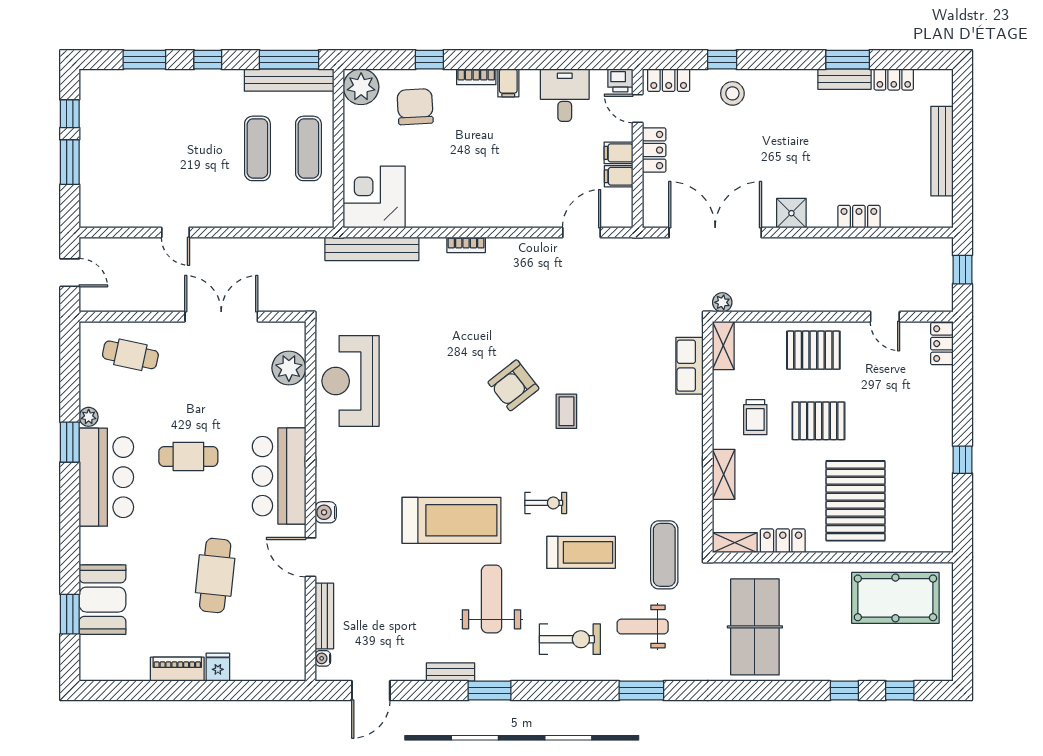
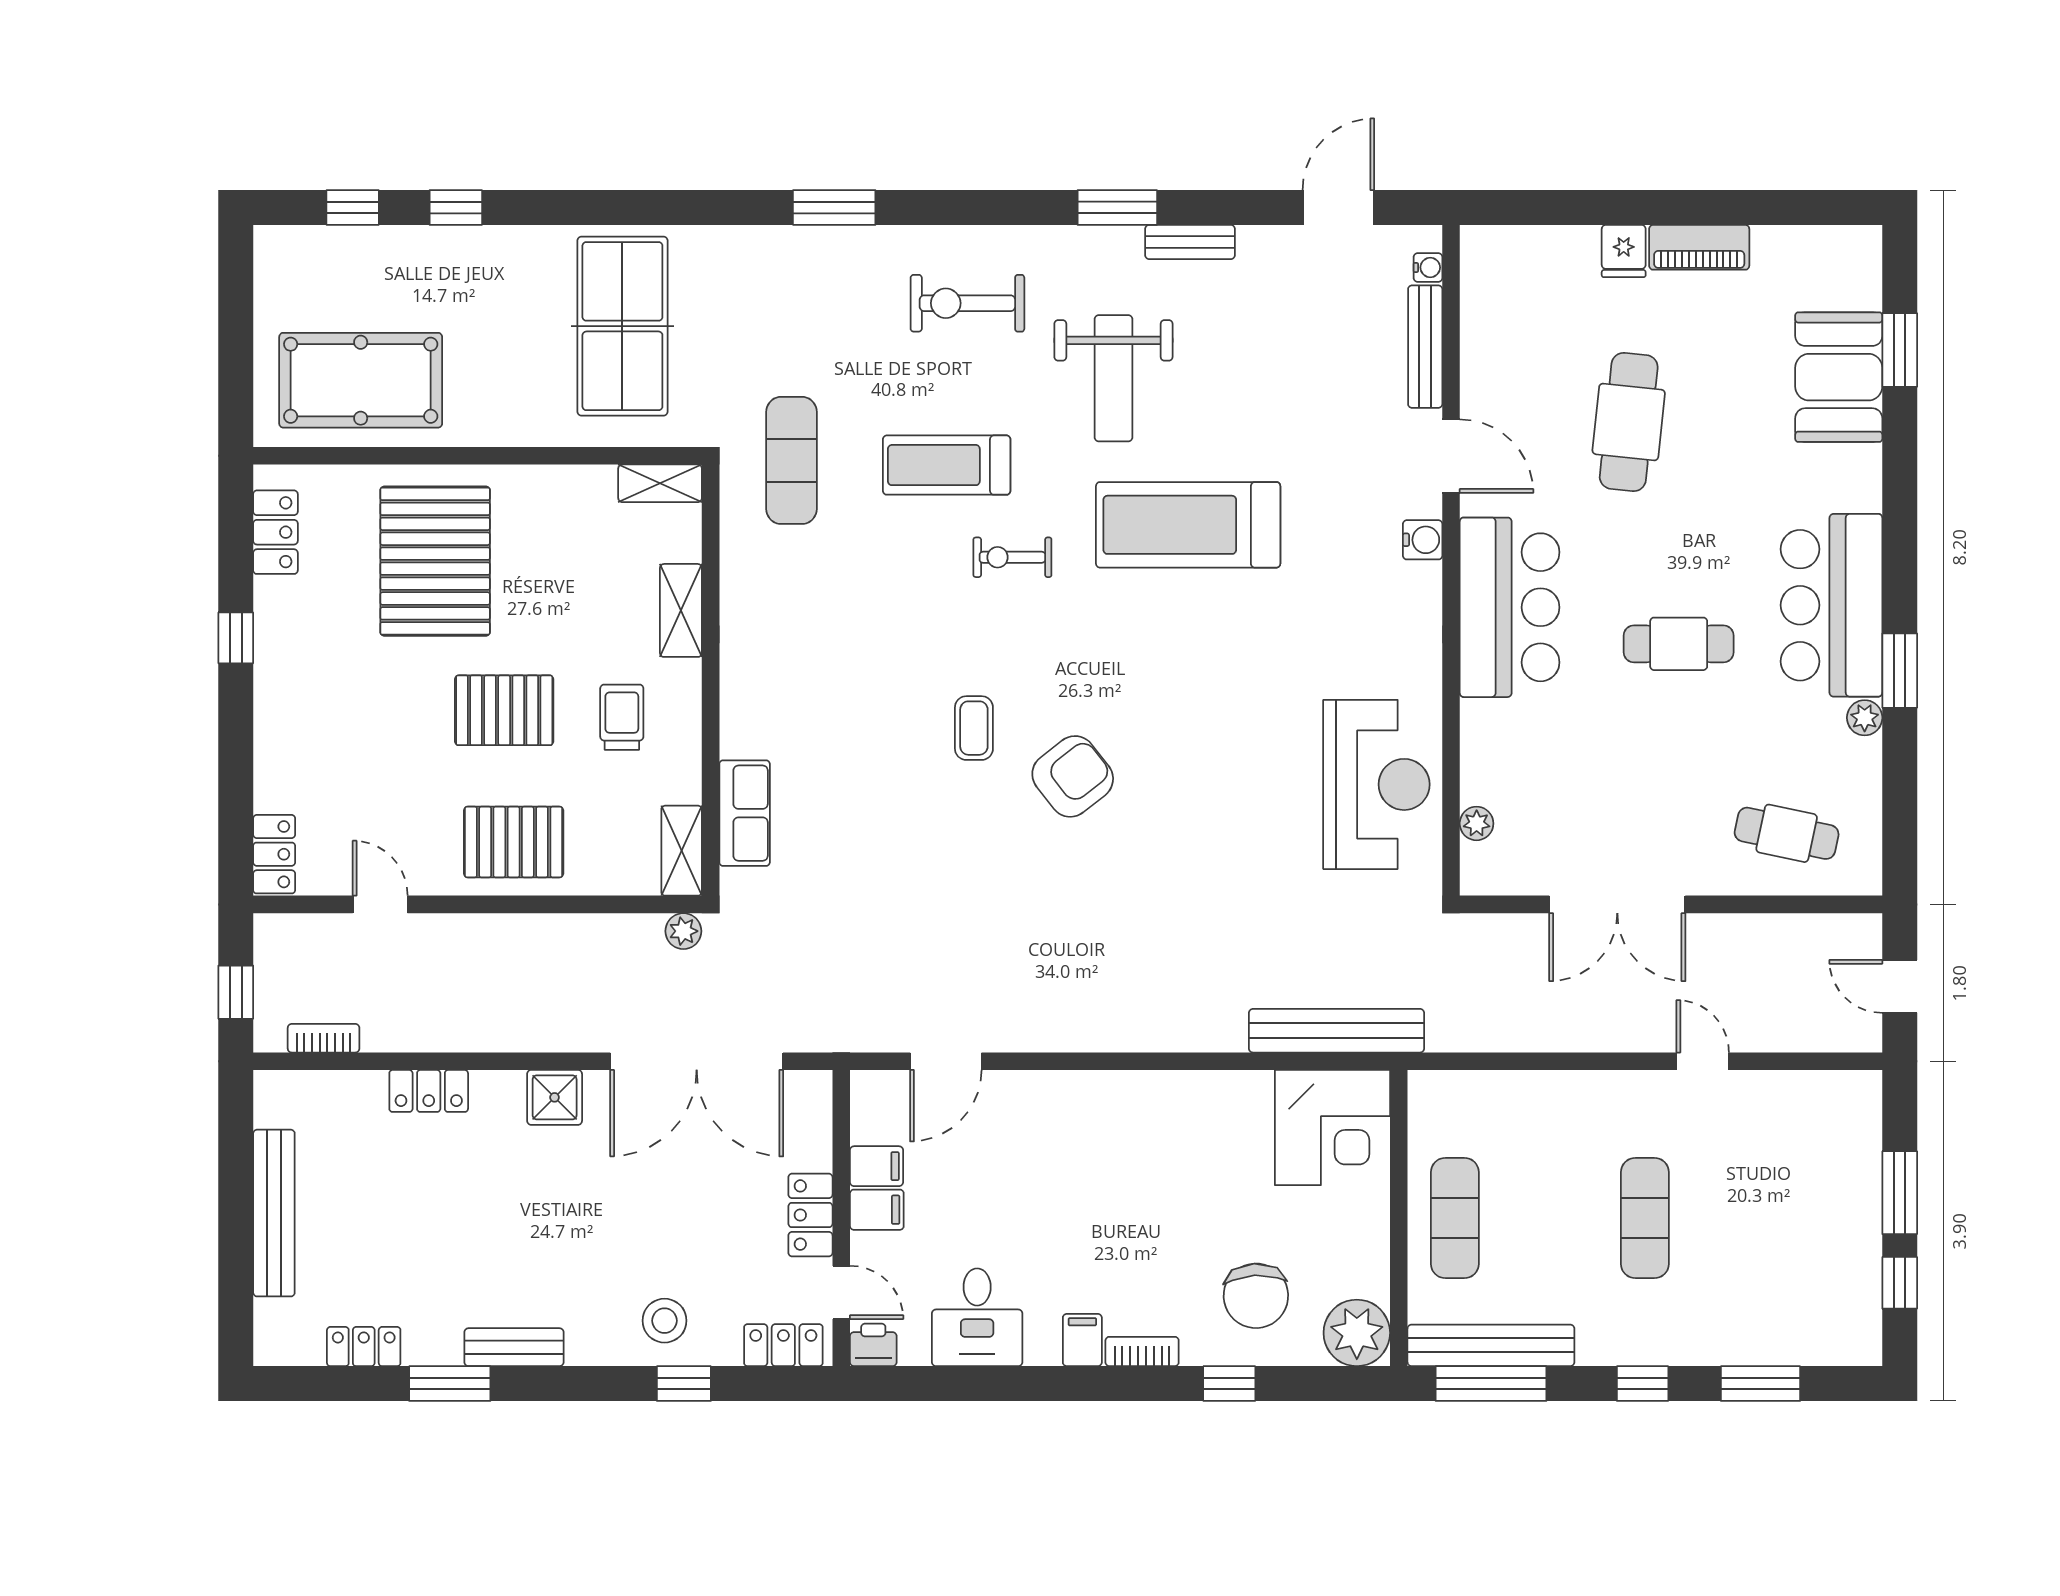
bench: (844, 79) -> (514, 1347), moved
exercise mat: (257, 148) -> (1645, 1218), moved
bookcase: (466, 245) -> (324, 1038), moved
plant: (289, 368) -> (1477, 823), width x0.53, depth x0.53
locker: (783, 541) -> (275, 532), moved, turned -90
weight bench: (643, 627) -> (832, 327), removed

